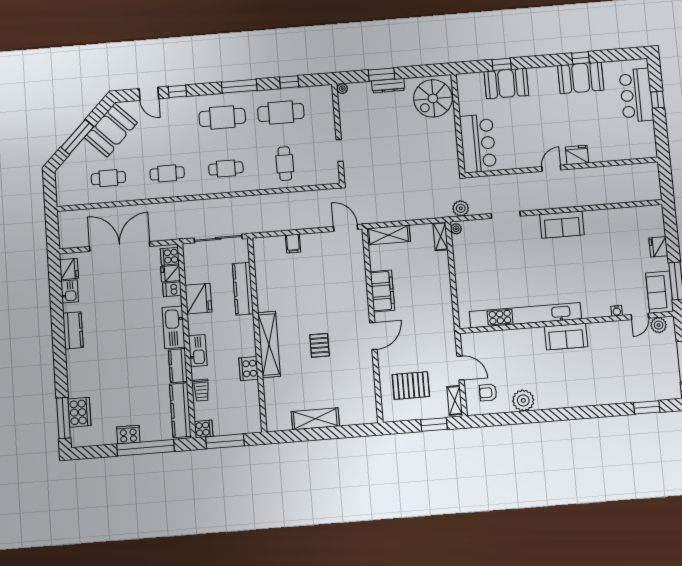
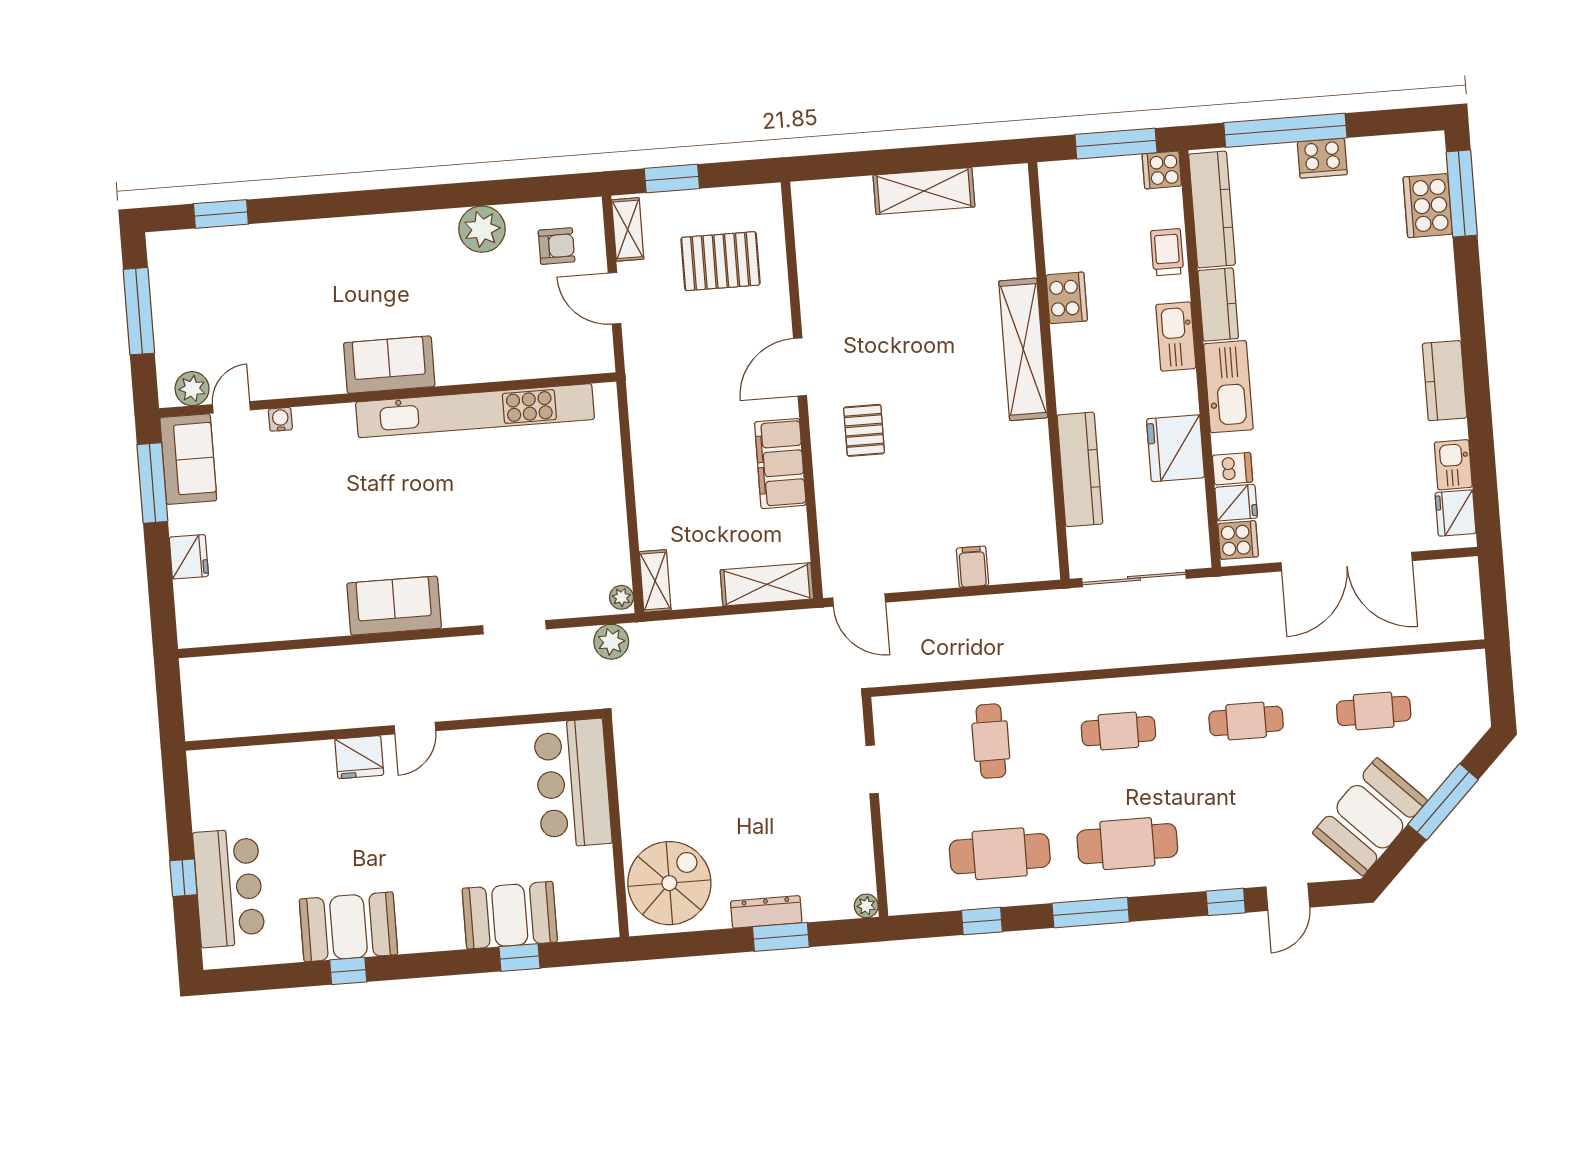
door: (149, 94) -> (1288, 897), swing flipped
pallet: (319, 345) -> (864, 430), moved

